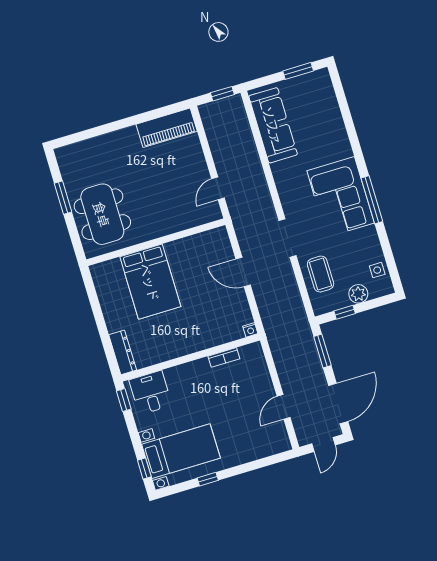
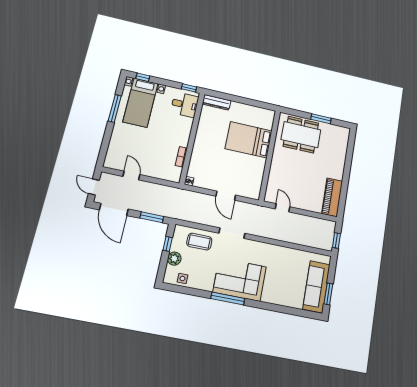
sofa: (273, 125) -> (316, 287), moved, turned 90
door: (243, 272) -> (226, 196), swing flipped
window: (208, 479) -> (115, 108), width x2.17

